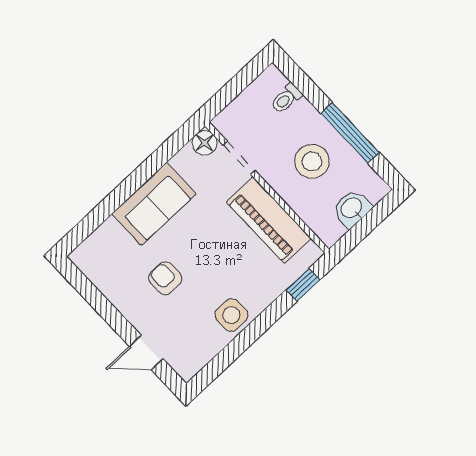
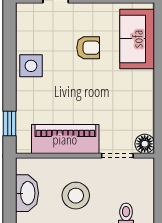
sofa: (154, 204) -> (137, 39), moved
washbasin: (352, 208) -> (27, 193), width x1.38

